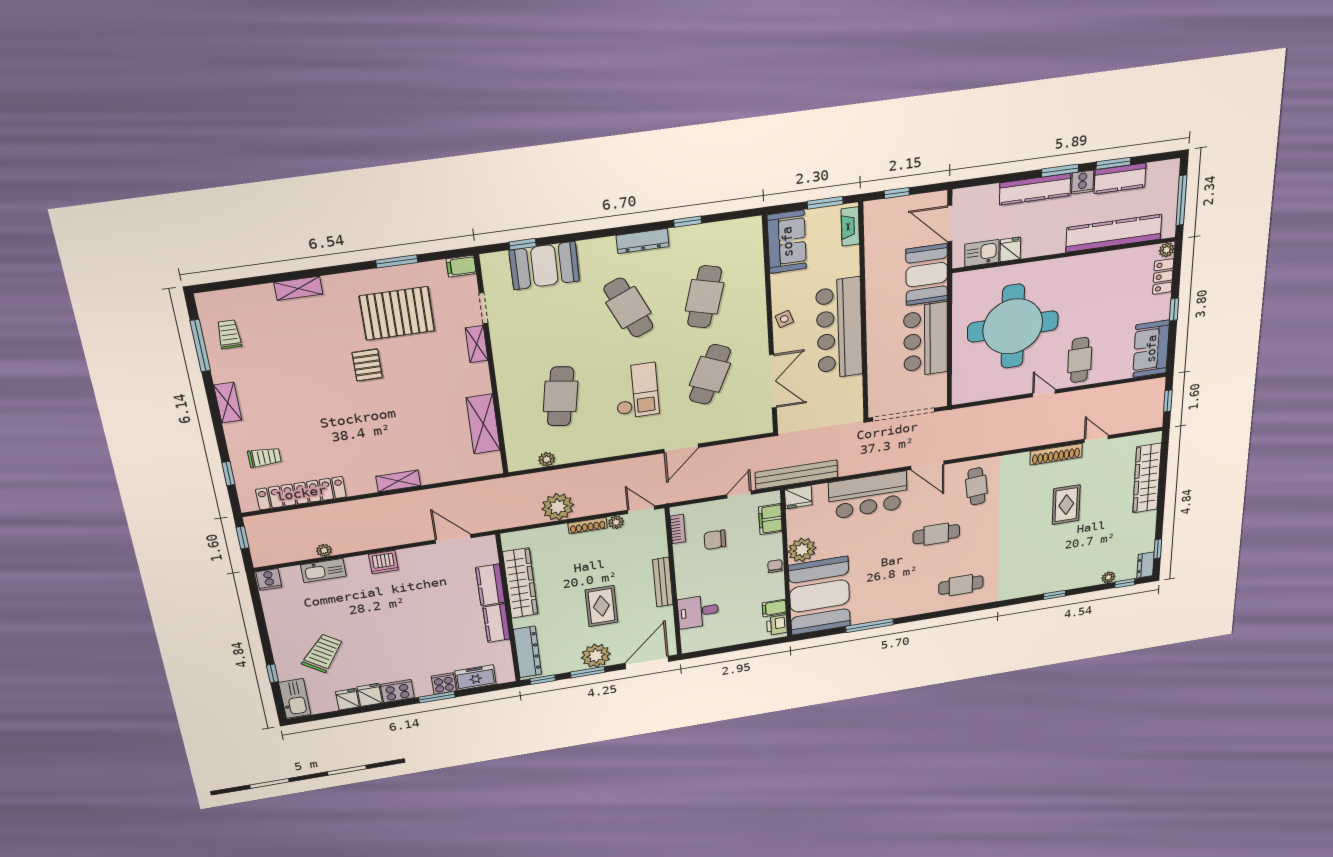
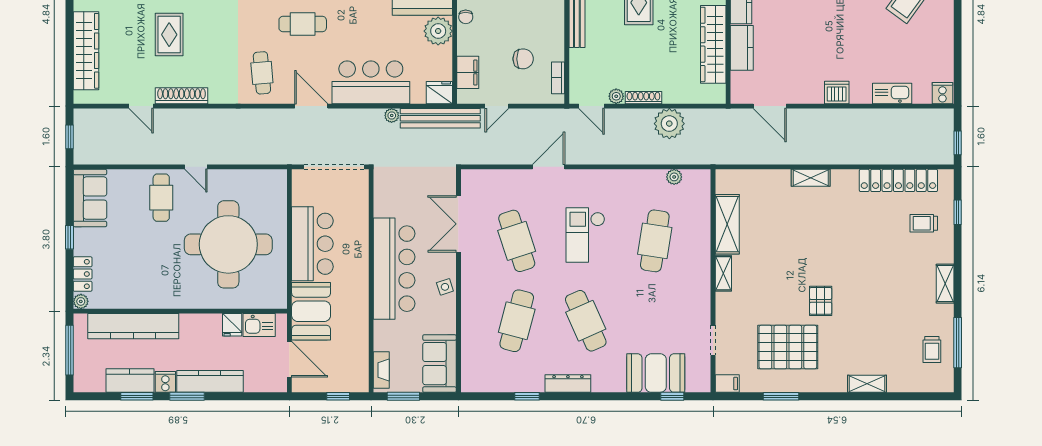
shelving: (477, 344) -> (723, 273), moved
cafe table: (710, 374) -> (517, 241), turned -42
plant: (324, 550) -> (392, 115), moved

